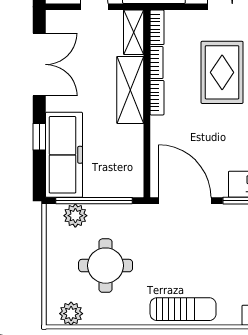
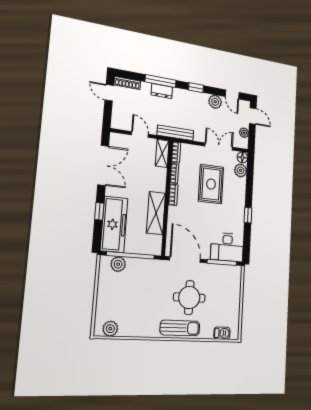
shelving: (130, 90) -> (156, 213), moved
round table: (106, 266) -> (189, 298), moved

